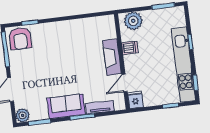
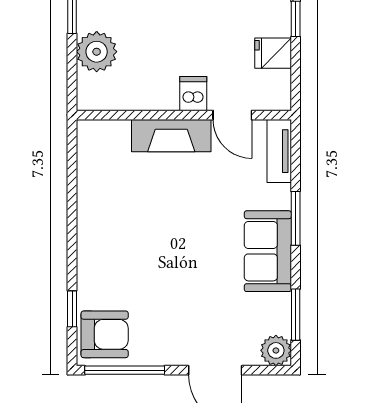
plant: (133, 21) -> (97, 52), moved
dishwasher: (130, 48) -> (193, 94), moved
fridge: (135, 100) -> (273, 53), moved
tv unit: (100, 107) -> (279, 151), moved

